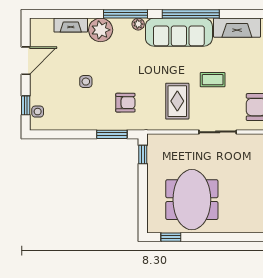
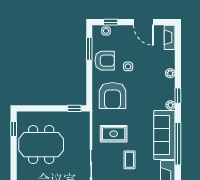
window: (126, 14) -> (178, 96), width x0.46
fireplace: (71, 25) -> (170, 37), moved
plant: (101, 30) -> (170, 73), width x0.53, depth x0.53
armchair: (125, 103) -> (113, 96), width x1.88, depth x1.88
armchair: (78, 113) -> (105, 61), added
window: (112, 134) -> (89, 49), moved

